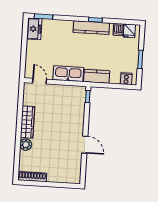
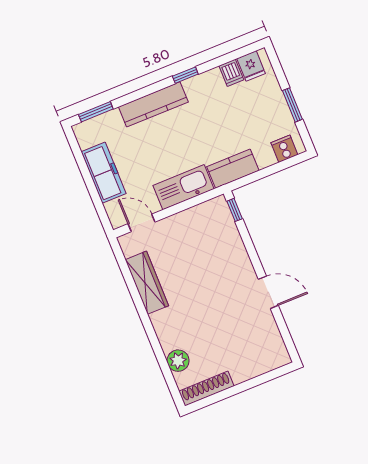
kitchen counter: (91, 28) -> (153, 104), moved
freezer: (34, 29) -> (104, 173), moved, width x1.40
wardrobe: (28, 122) -> (147, 283), moved
plant: (26, 145) -> (178, 361), moved

